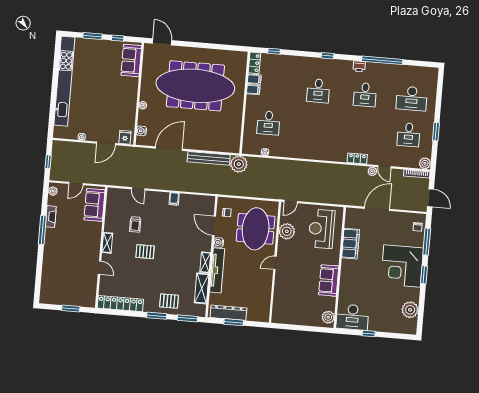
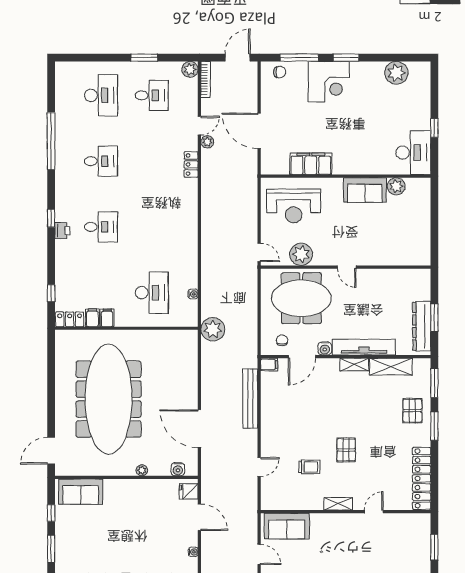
printer: (359, 66) -> (62, 231), moved
desk: (268, 123) -> (152, 293), width x1.37
bench: (209, 158) -> (250, 399), moved
filing cabinet: (174, 199) -> (269, 364), moved
corner desk: (402, 266) -> (329, 82), width x0.74, depth x0.74
plant: (328, 317) -> (396, 186), moved

